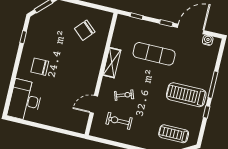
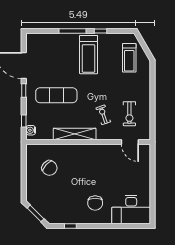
water cooler: (208, 40) -> (31, 130), moved
exercise mat: (154, 54) -> (56, 95), turned 90
shelving: (112, 63) -> (75, 134), width x1.47
door: (94, 104) -> (130, 142), moved

